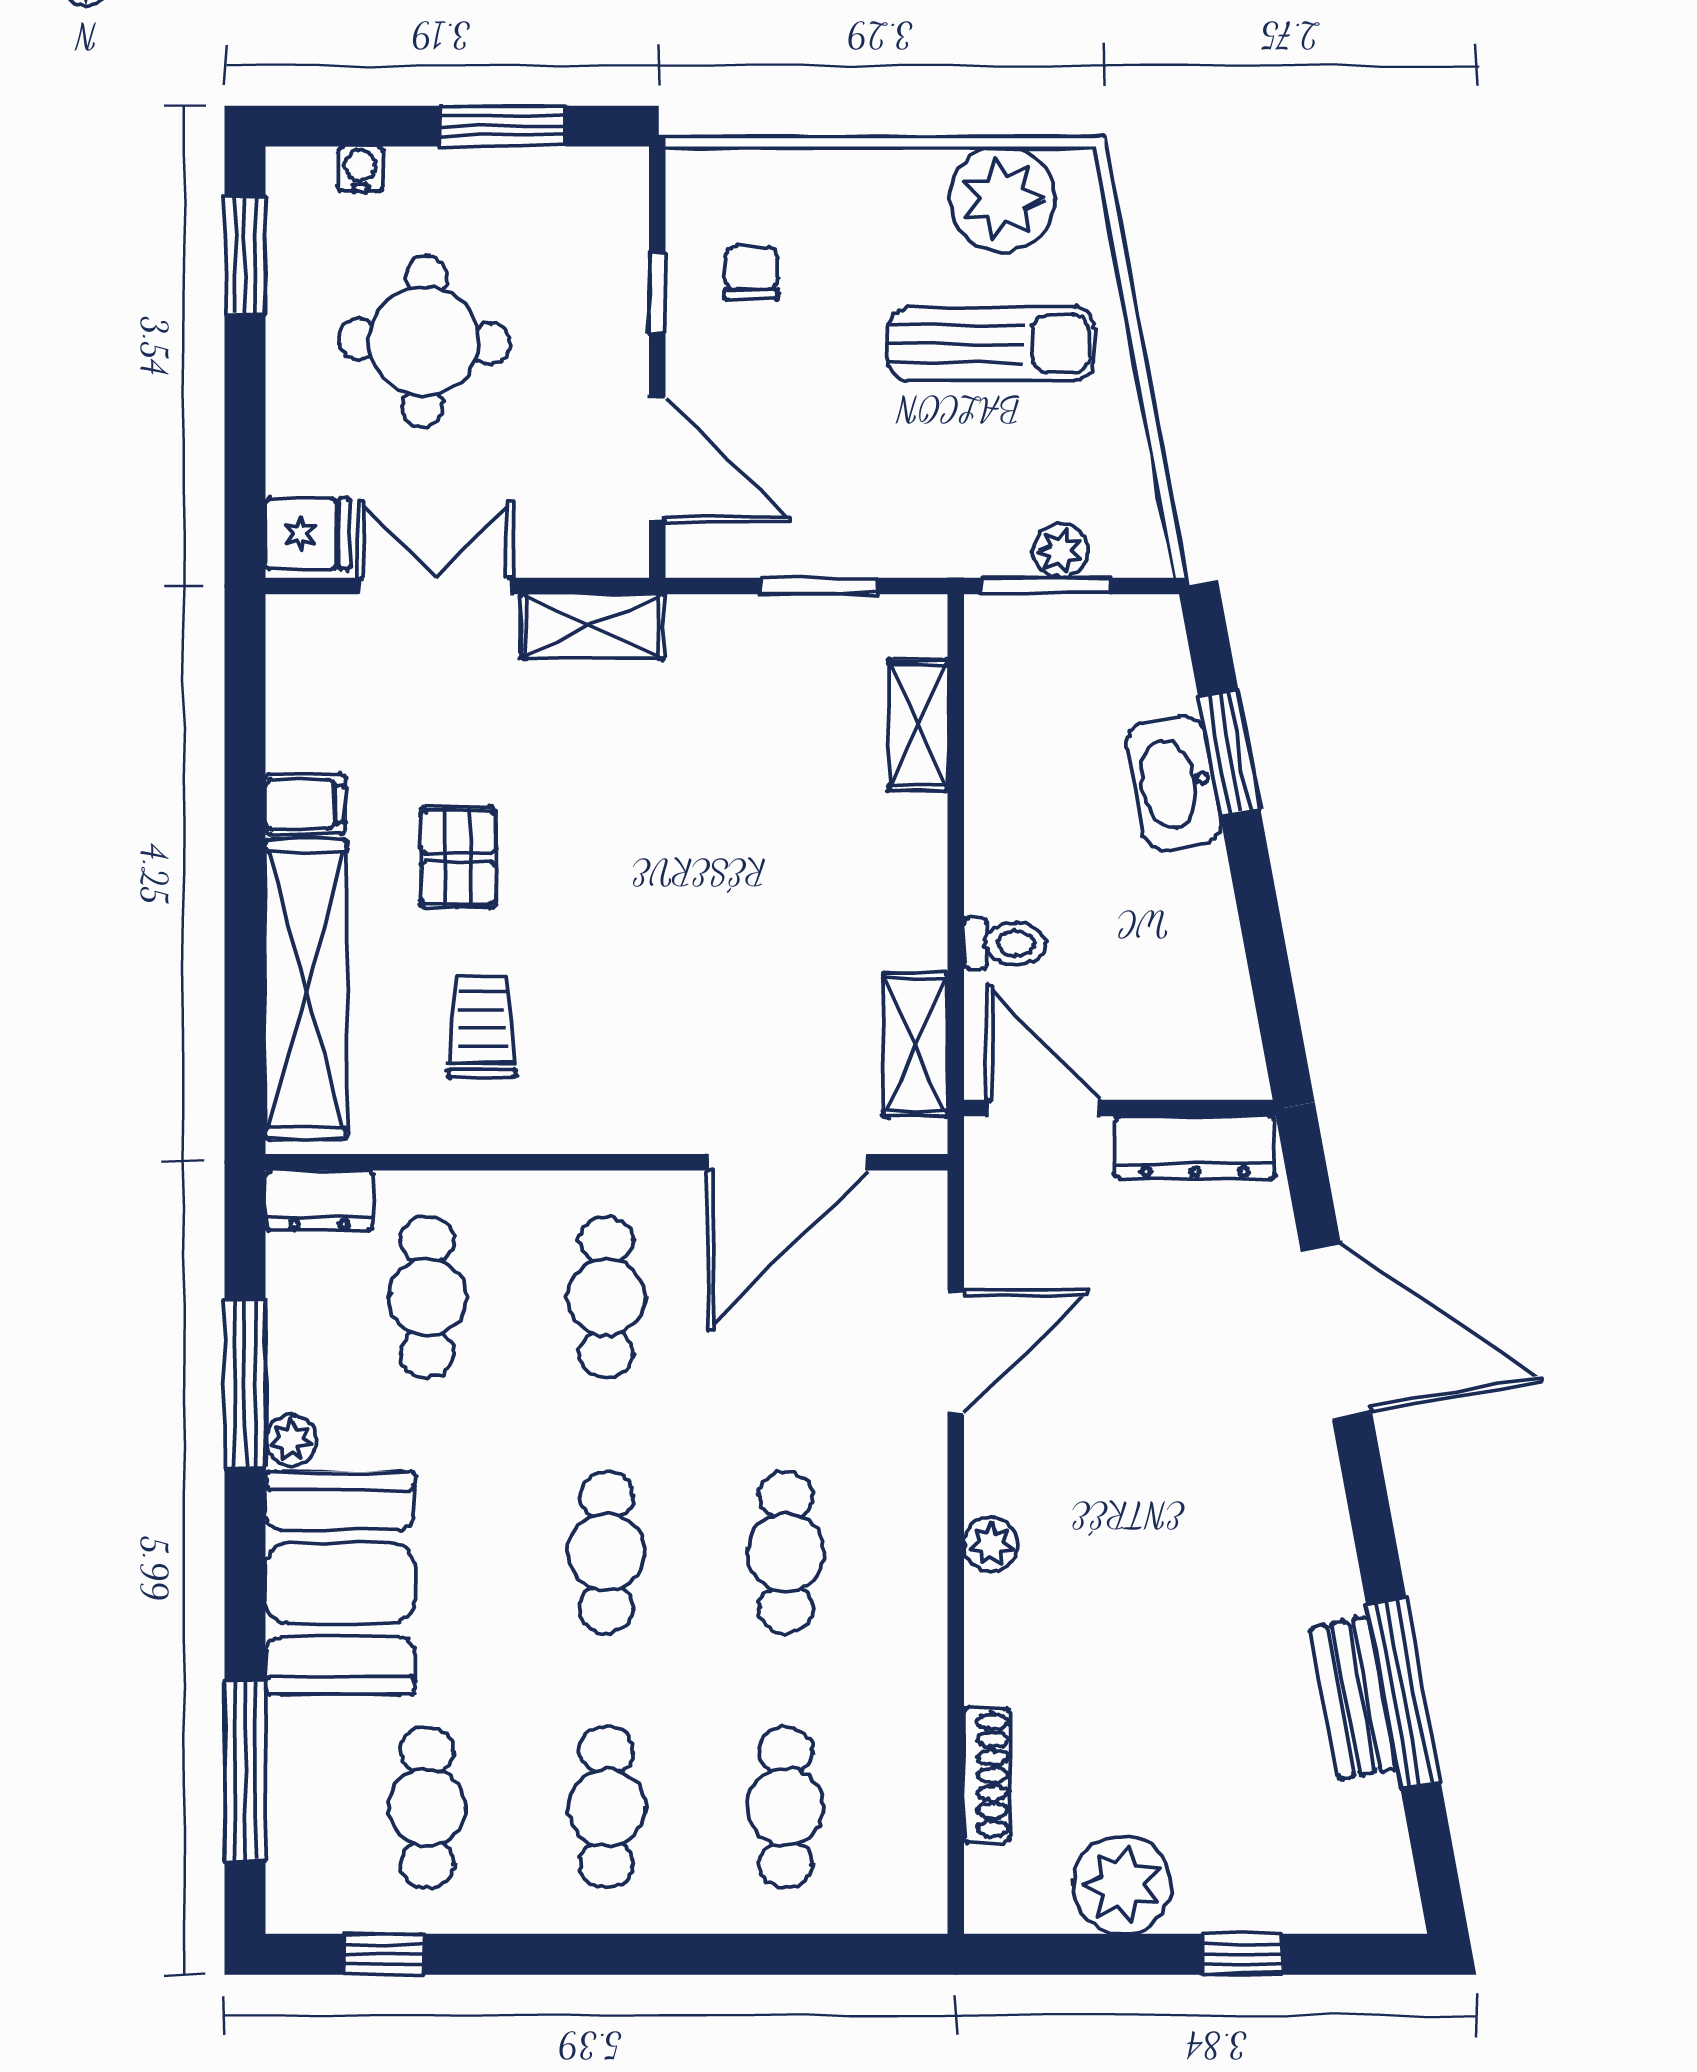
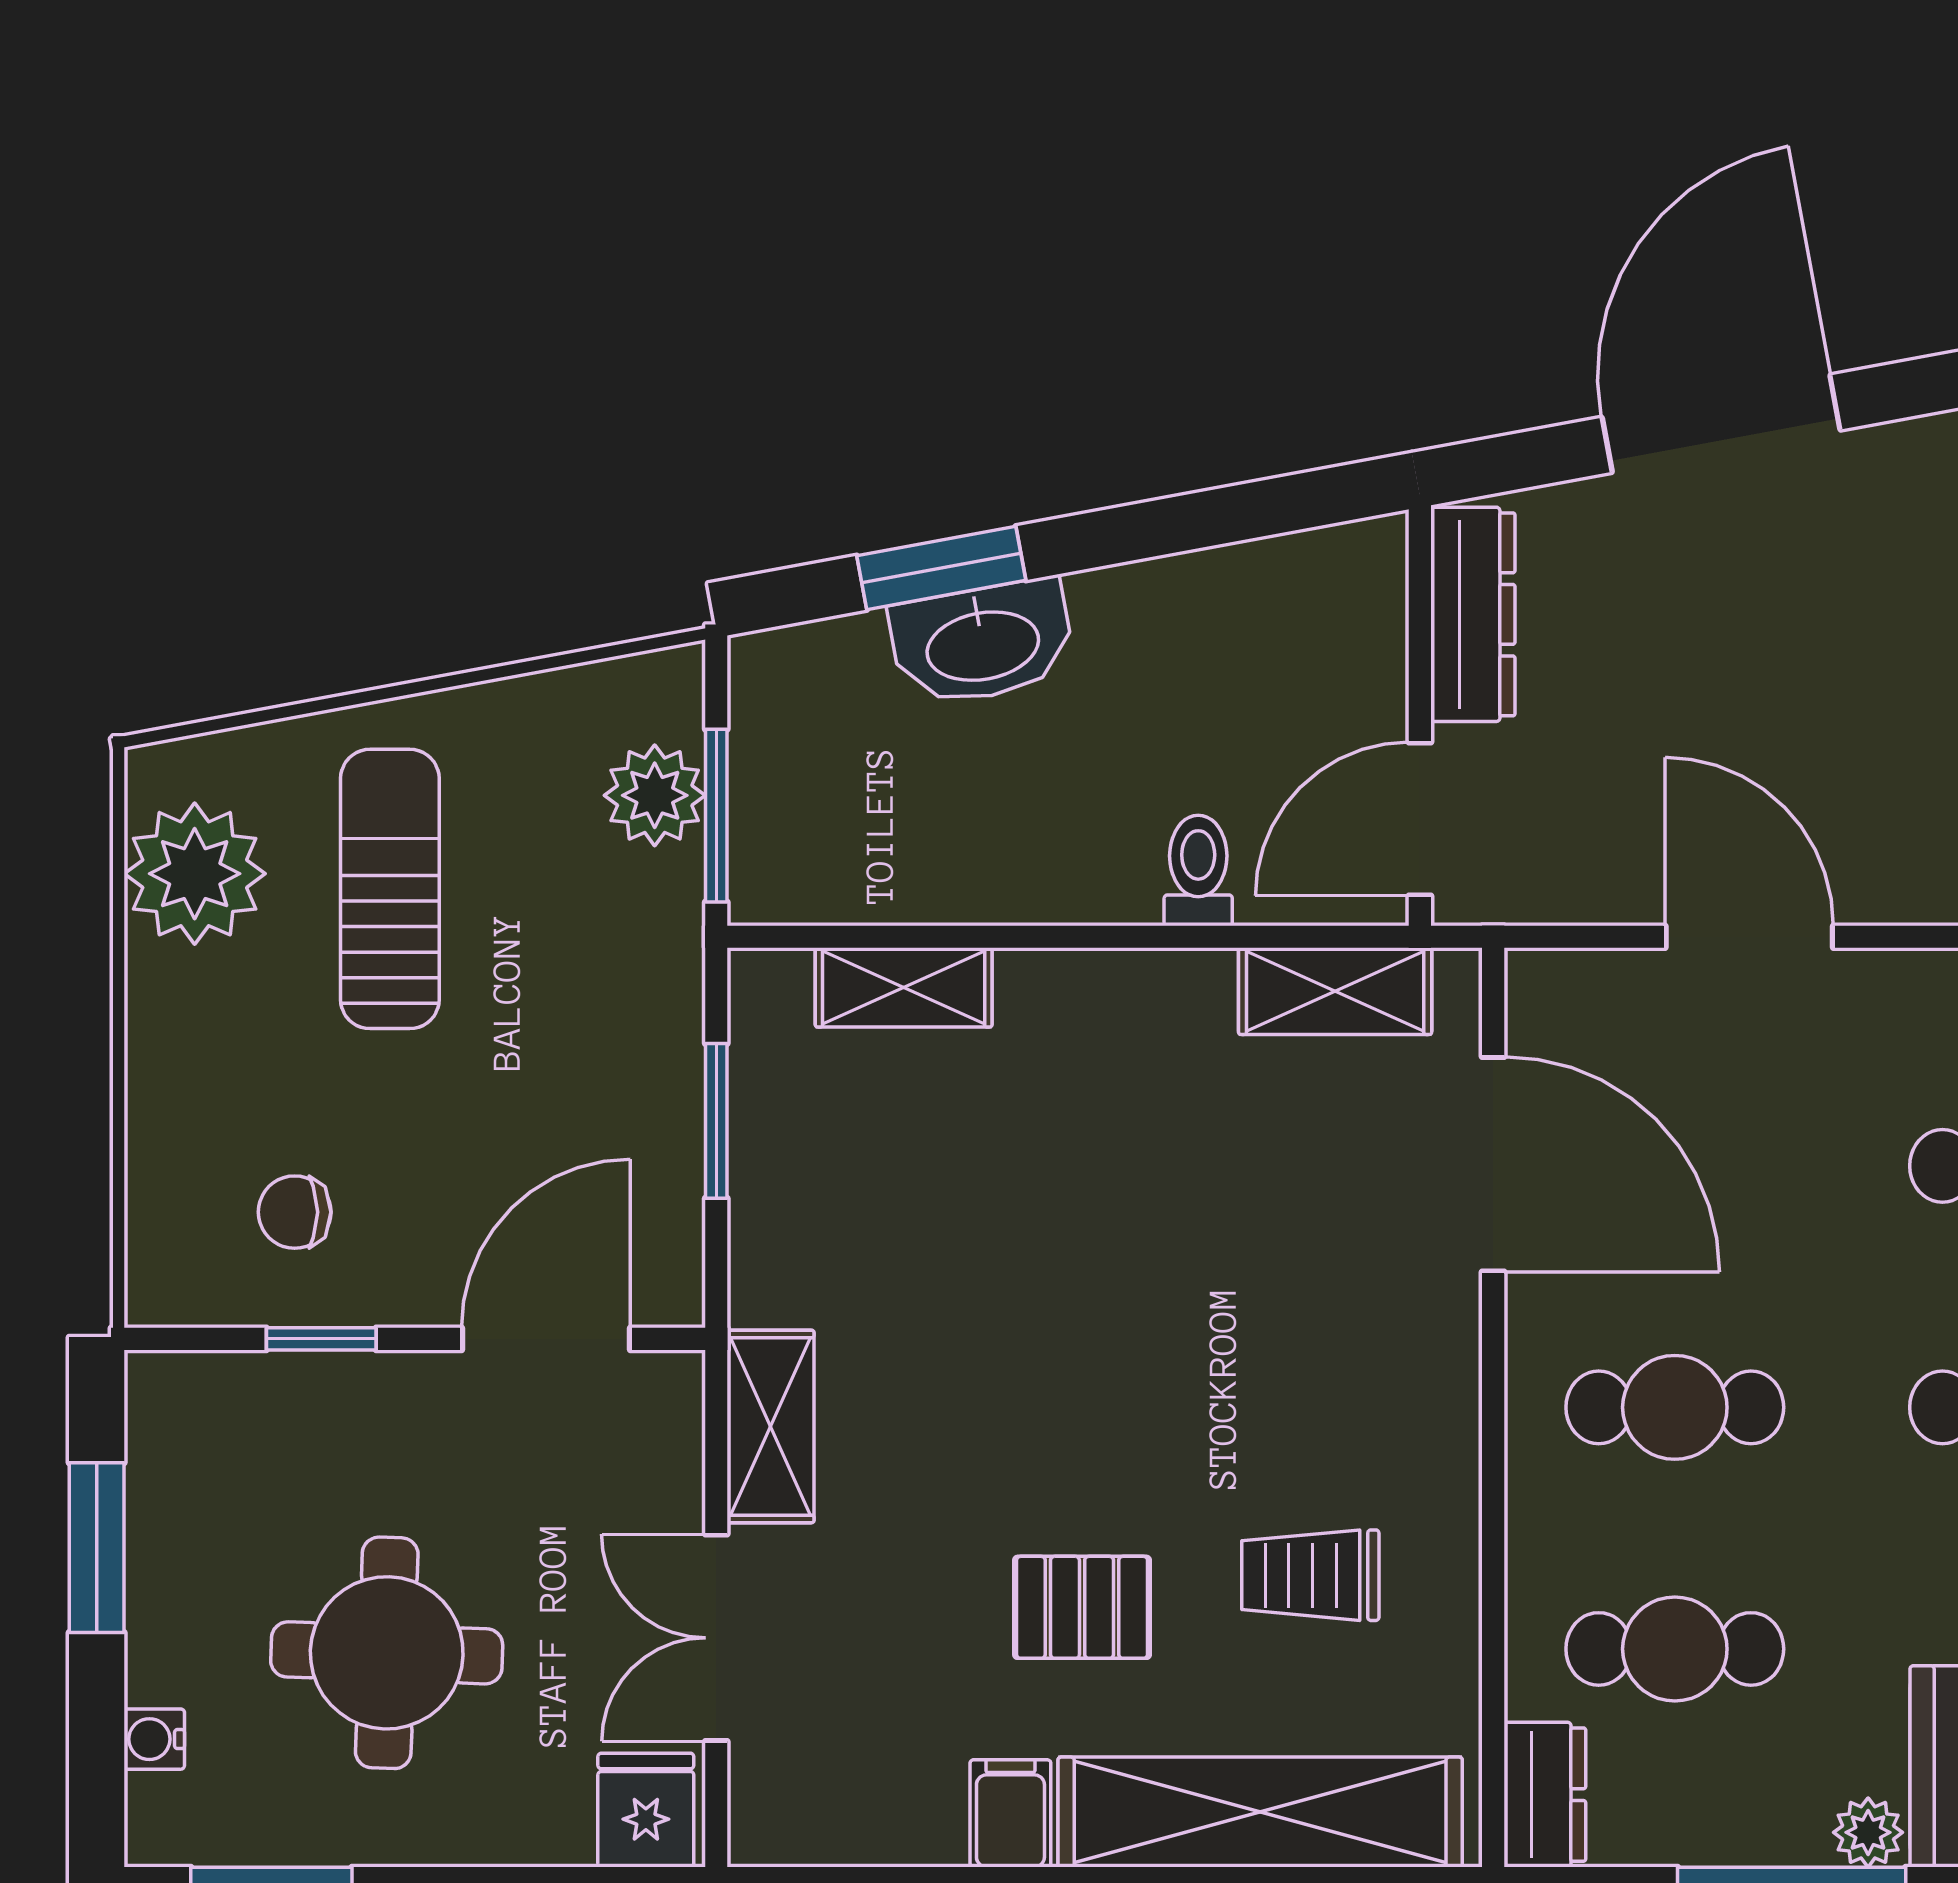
plant: (1061, 551) -> (655, 795), width x1.38, depth x1.38

